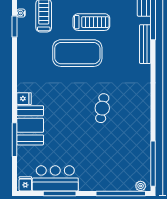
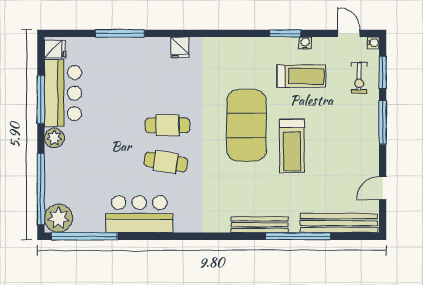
cafe table: (77, 107) -> (167, 125), added
booth: (30, 125) -> (141, 56), removed
bar counter: (138, 126) -> (139, 214), added
plant: (86, 184) -> (54, 138), added
plant: (141, 186) -> (58, 218), width x1.88, depth x1.88

